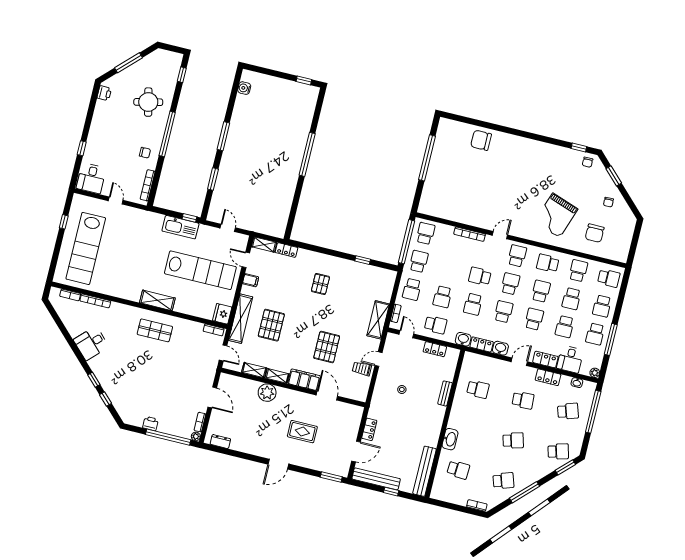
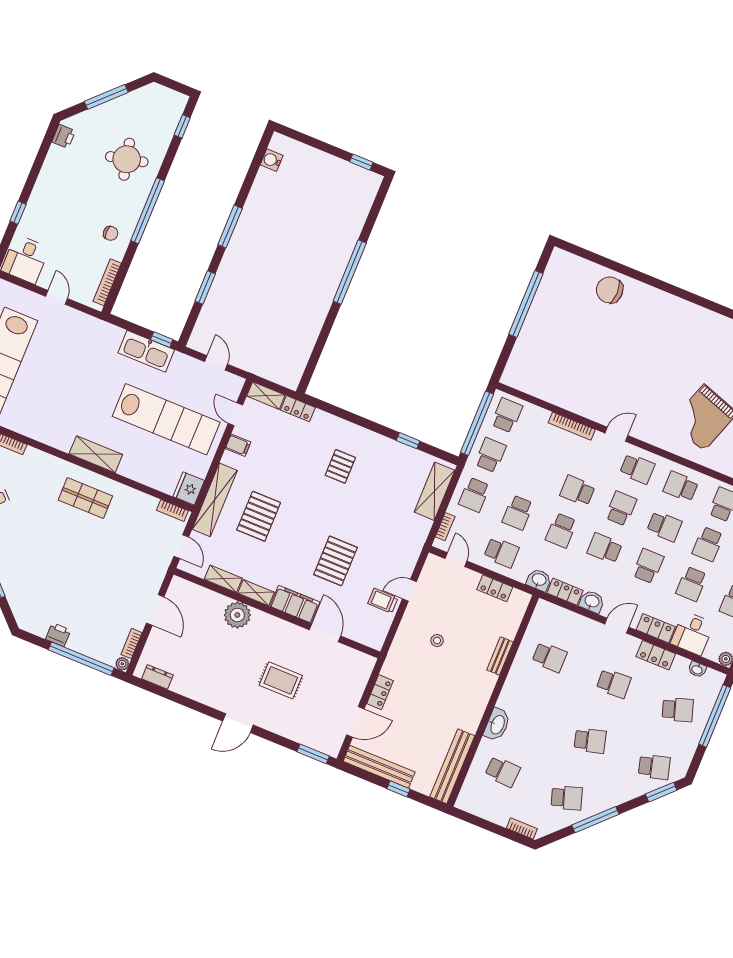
school desk: (517, 256) -> (637, 469), turned 90
school desk: (541, 291) -> (664, 526), turned 90
school desk: (504, 312) -> (605, 548), turned -90
shelving: (378, 320) -> (434, 491), moved

